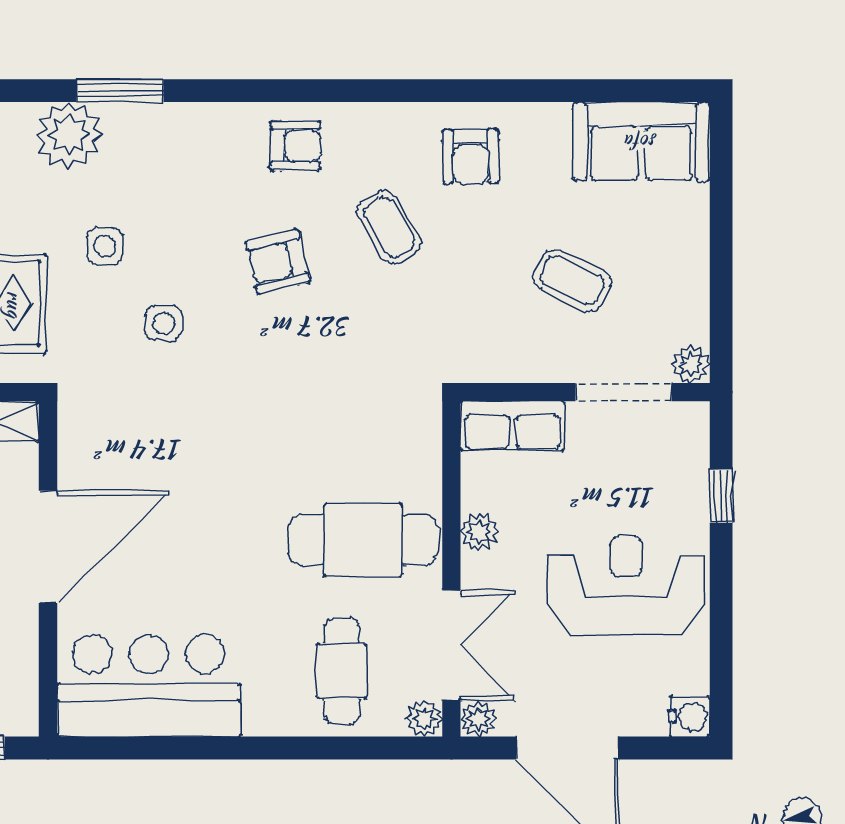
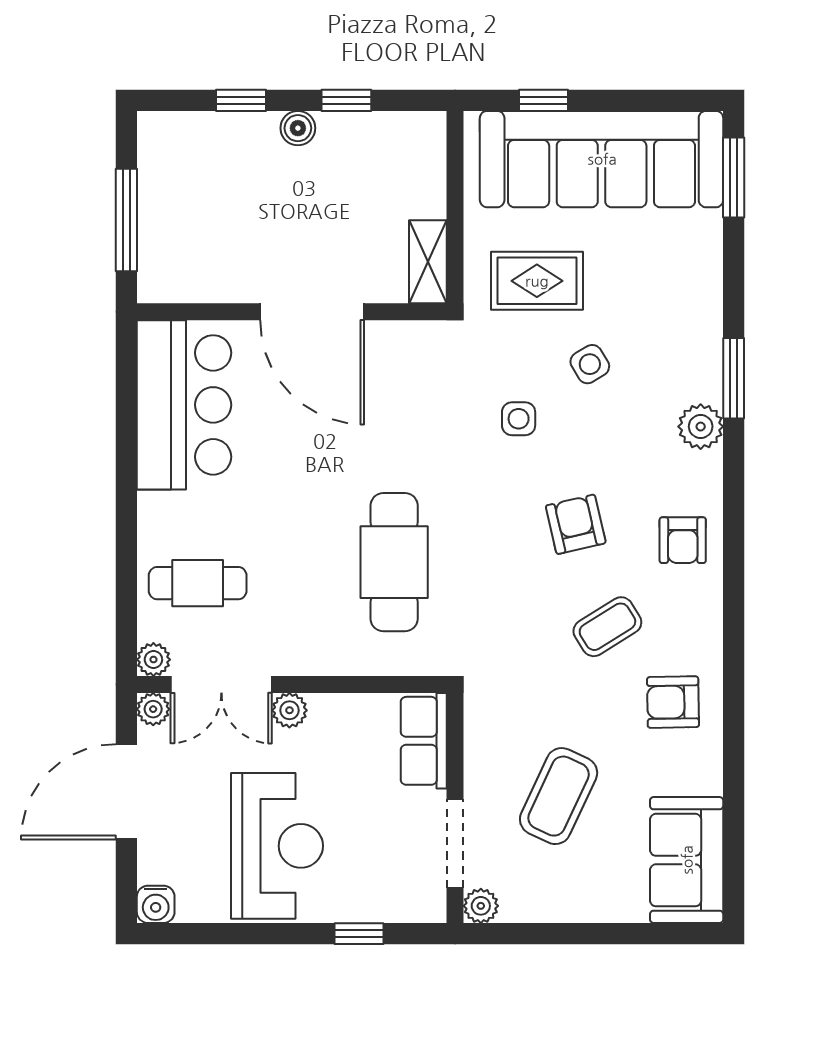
plant: (69, 135) -> (701, 427), moved, width x0.73, depth x0.73
side table: (105, 246) -> (590, 364), turned -31
coffee table: (572, 280) -> (559, 796), width x1.36, depth x1.30
plant: (479, 532) -> (289, 710), moved
cafe table: (363, 540) -> (394, 562), moved

